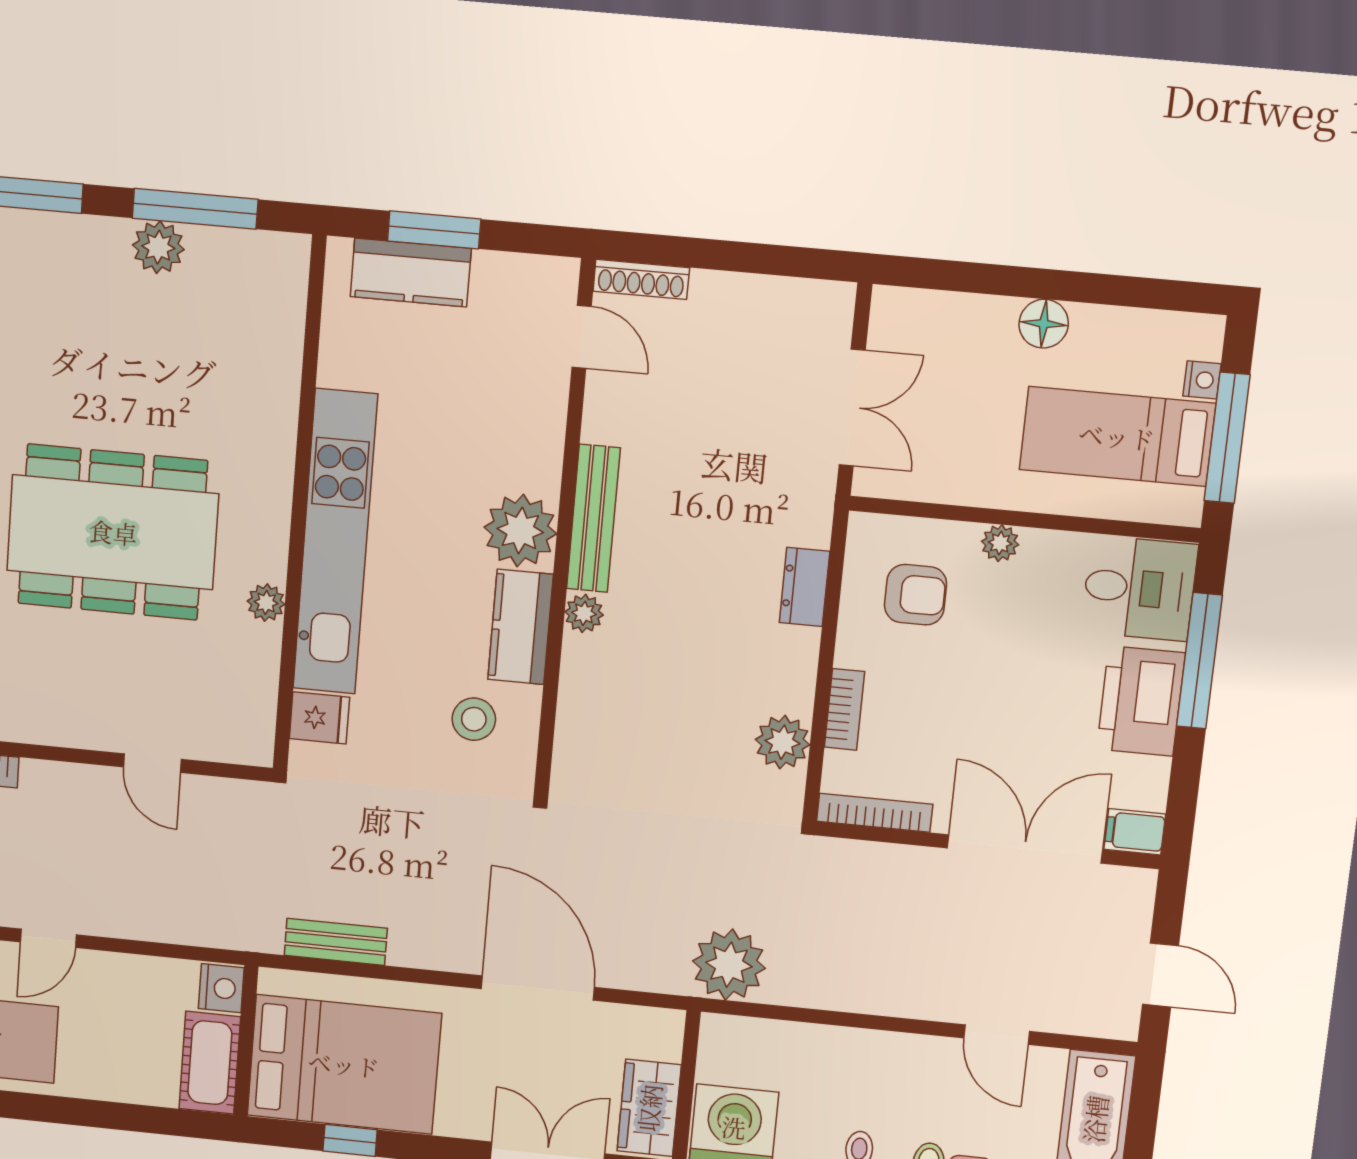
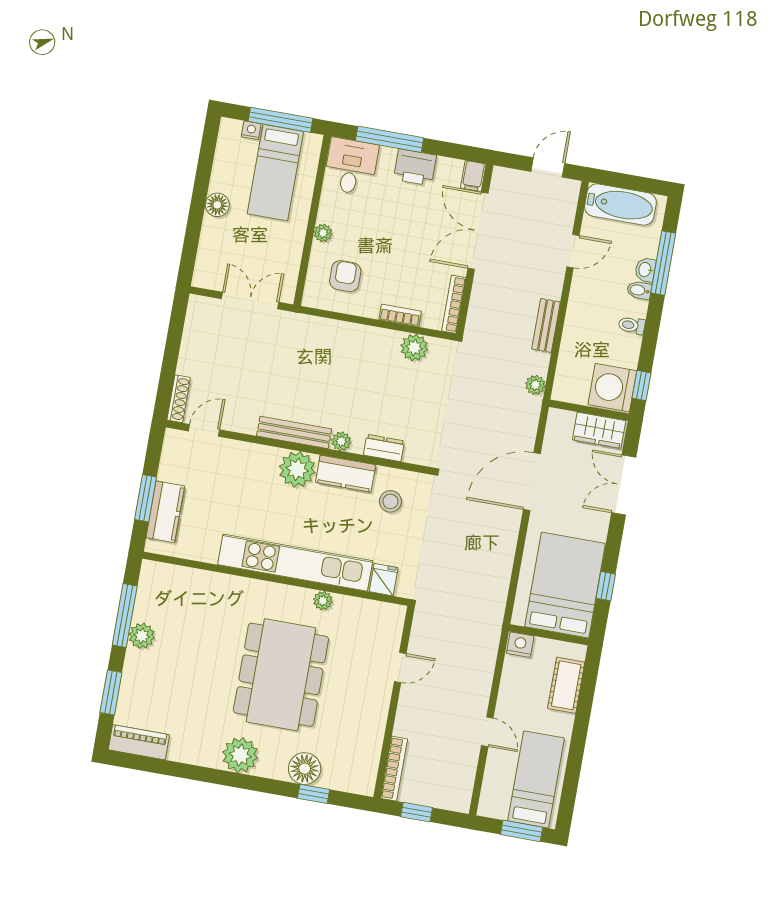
dresser: (805, 587) -> (384, 448), moved, turned 180
printer: (1141, 701) -> (415, 167), width x0.73, depth x0.84
bench: (336, 942) -> (546, 325), moved
plant: (729, 965) -> (535, 385), width x0.53, depth x0.53
cot: (210, 1063) -> (566, 685), moved, turned 90

